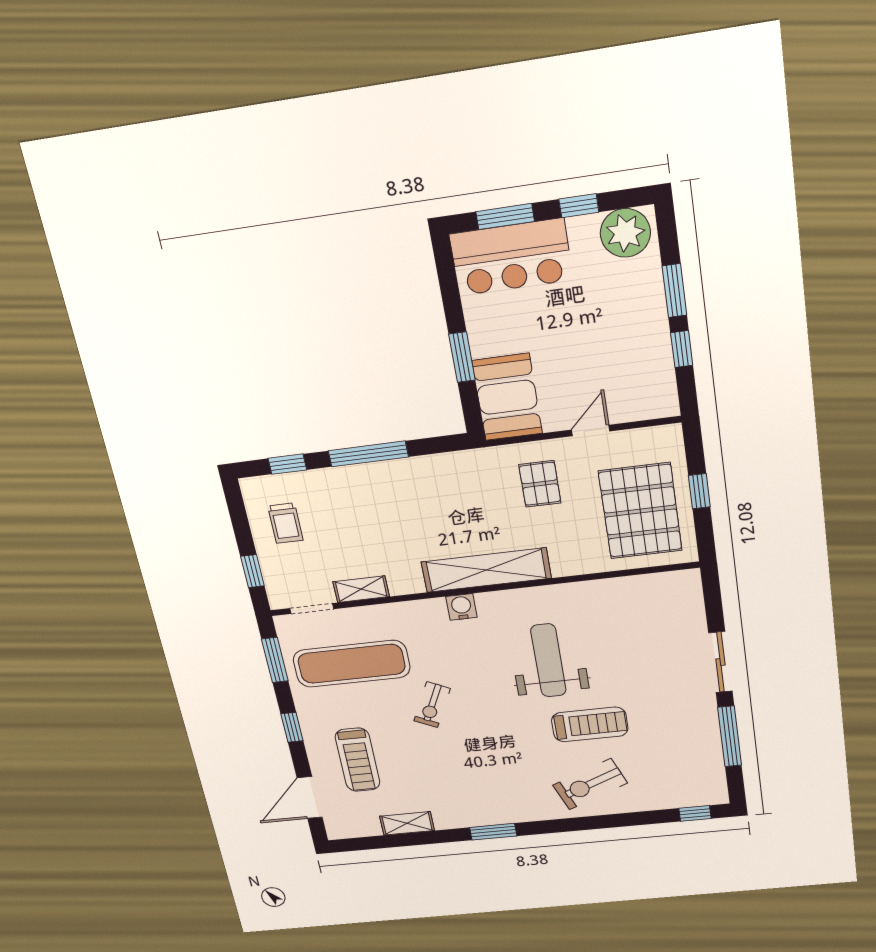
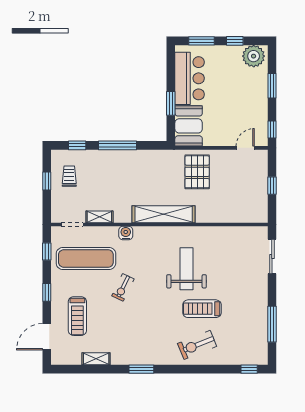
bar counter: (511, 257) -> (190, 78), moved, turned -90
window: (682, 349) -> (272, 130), moved
door: (591, 431) -> (245, 148), moved
pallet: (540, 484) -> (197, 172), width x1.50, depth x1.42
pallet: (640, 511) -> (243, 192), removed
trolley: (285, 523) -> (69, 176), turned 180
window: (252, 571) -> (47, 181), moved
water cooler: (461, 607) -> (126, 233), moved
window: (275, 660) -> (47, 251), width x0.67
sliding door: (720, 662) -> (272, 257), moved
treadmill: (590, 724) -> (202, 309), turned 180

